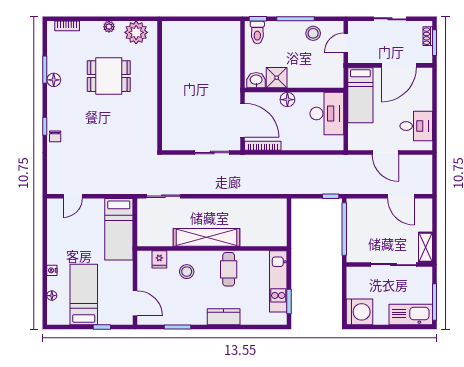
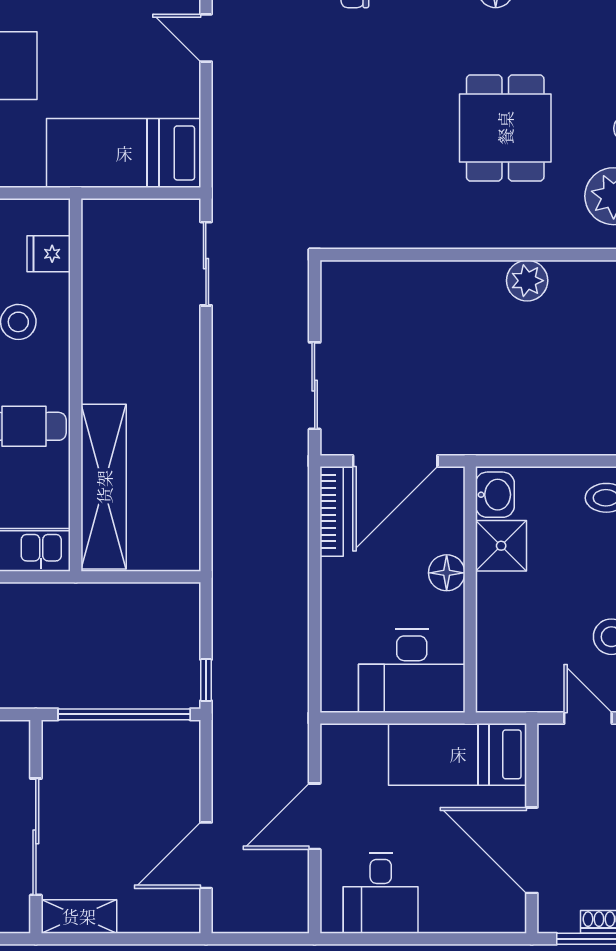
plant: (170, 67) -> (527, 281), added
shelving: (207, 237) -> (104, 487), moved

